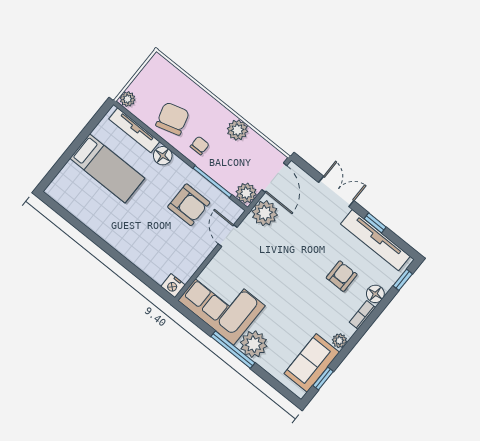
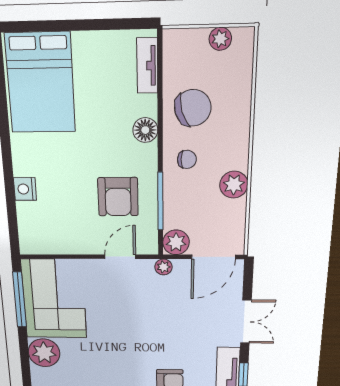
plant: (127, 99) -> (220, 39), moved
tv unit: (134, 130) -> (147, 66), width x0.71
bed: (107, 168) -> (41, 83), moved, width x1.50
plant: (265, 213) -> (164, 267), width x0.53, depth x0.53
nightstand: (173, 286) -> (25, 189), moved
window: (233, 350) -> (20, 300), moved

